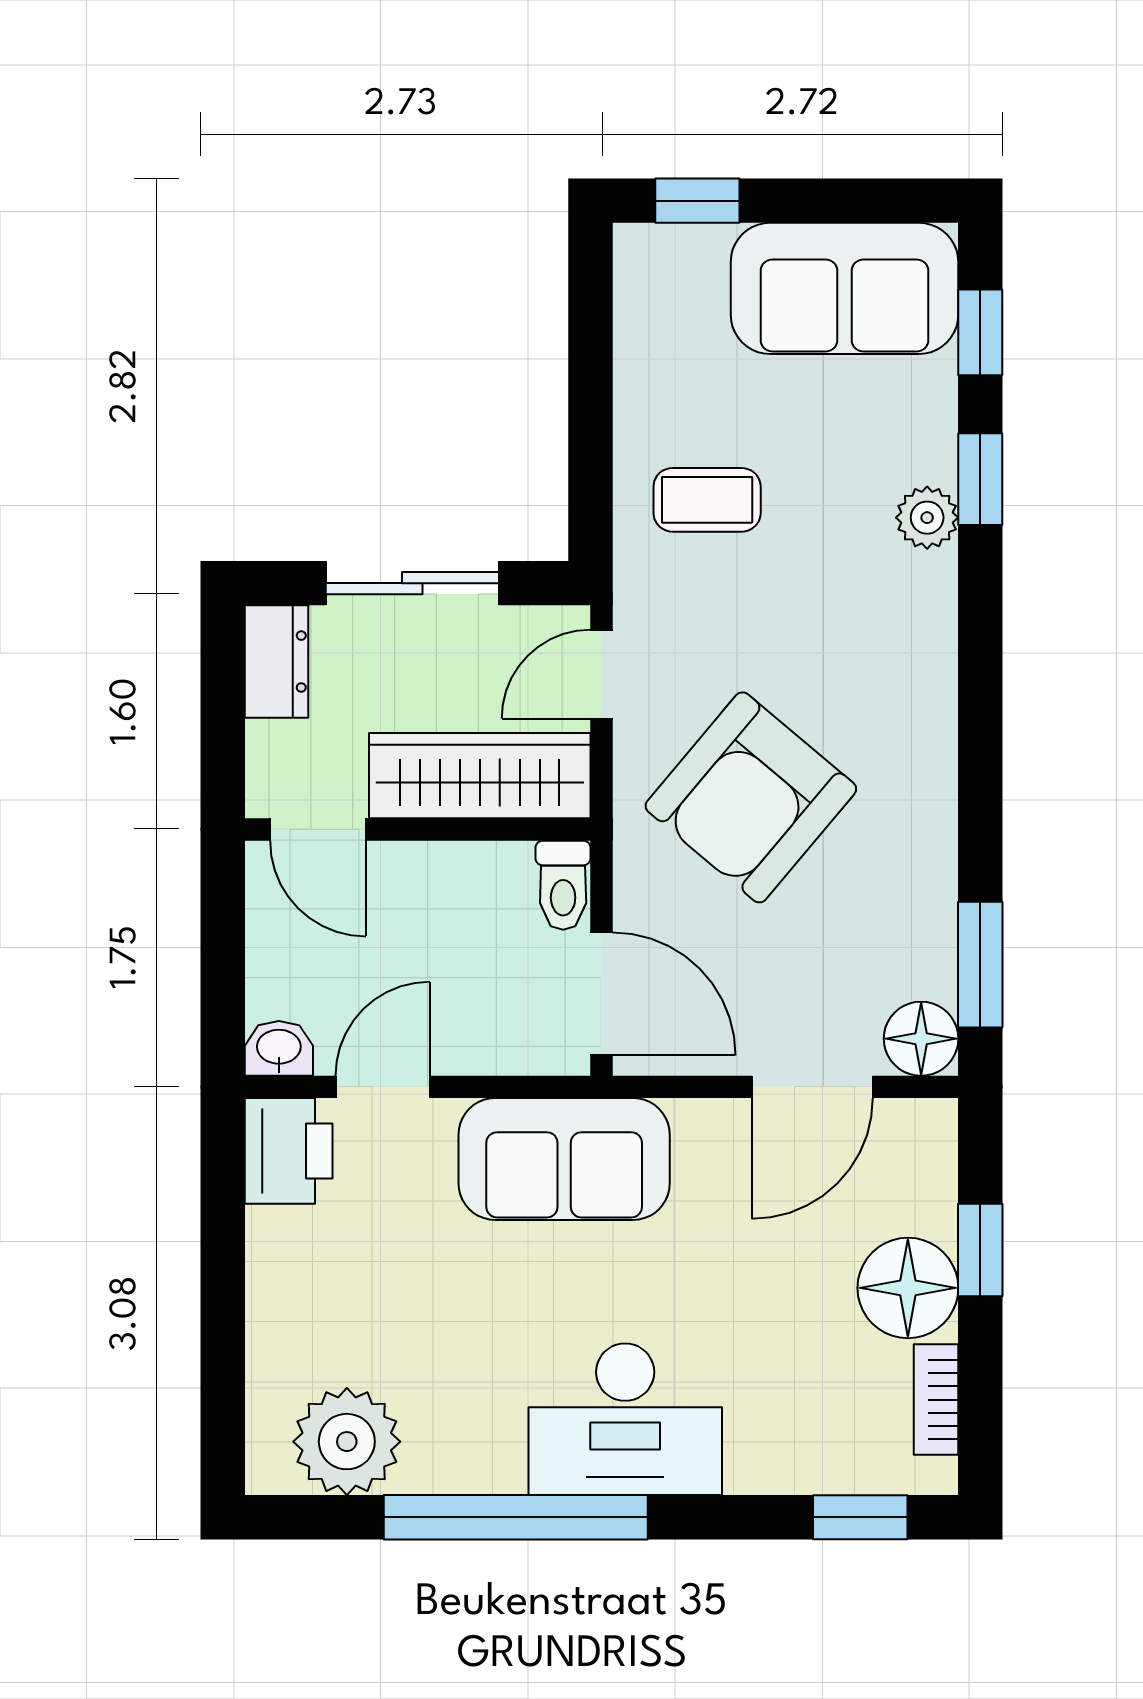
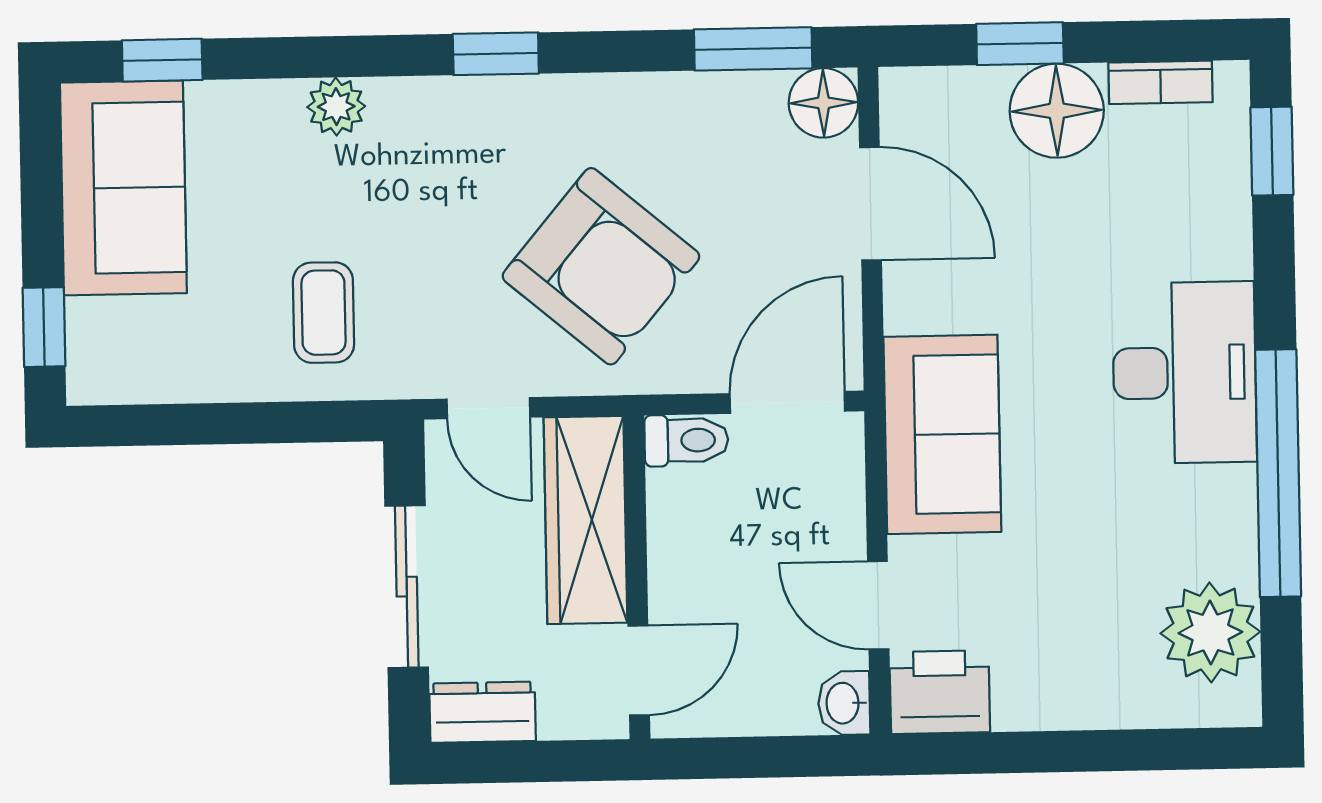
window: (980, 479) -> (496, 54), moved

